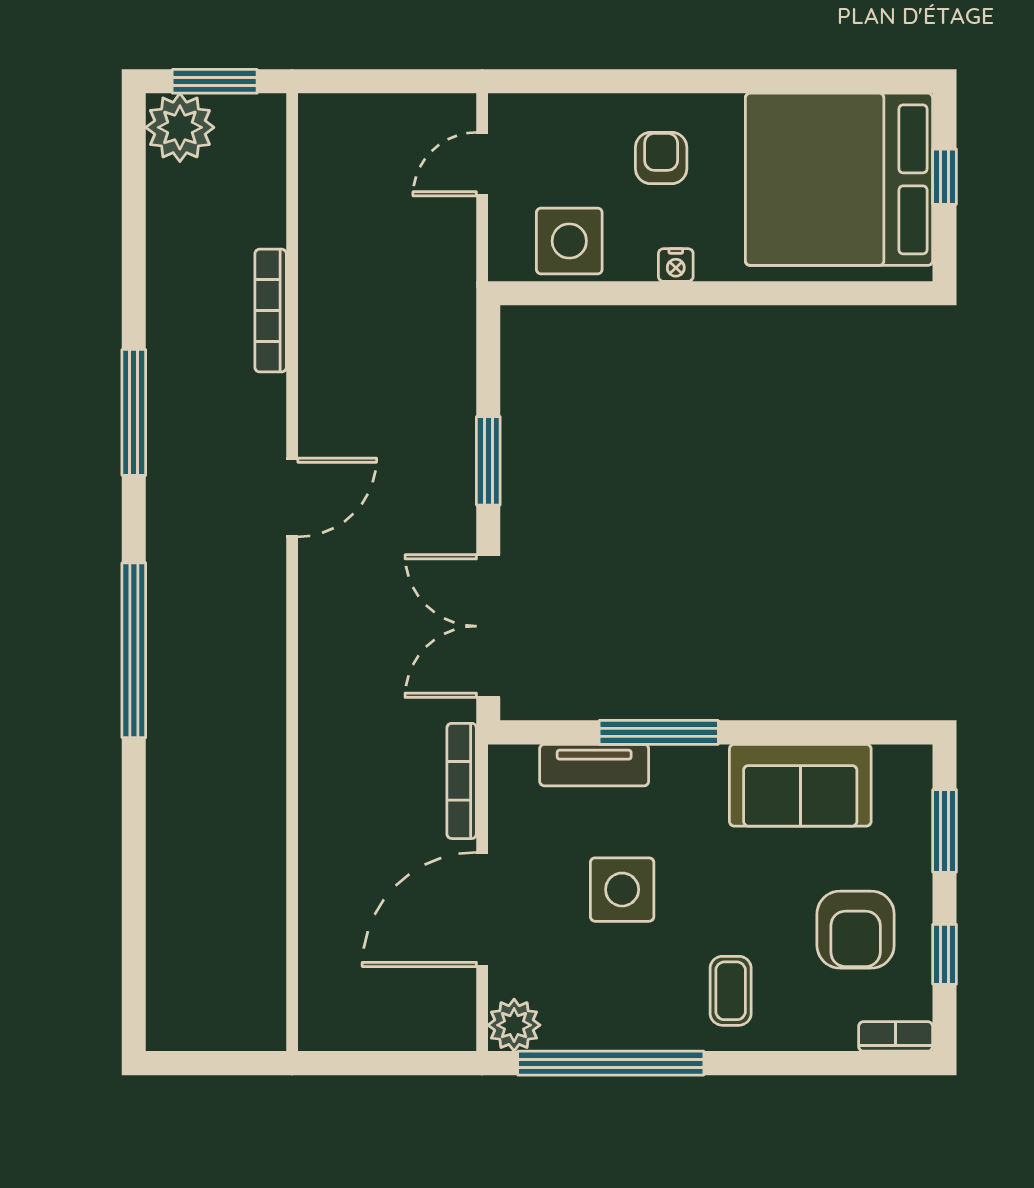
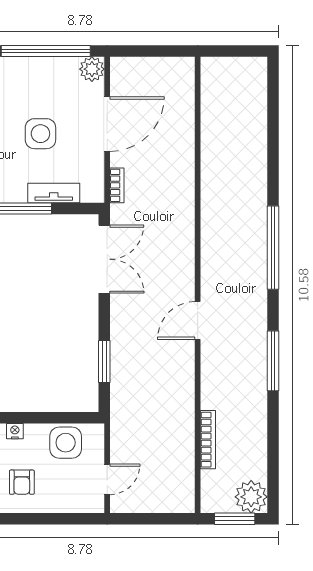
bookcase: (271, 311) -> (208, 440), moved
window: (488, 461) -> (104, 362), moved
bookcase: (462, 781) -> (117, 185), width x0.64

